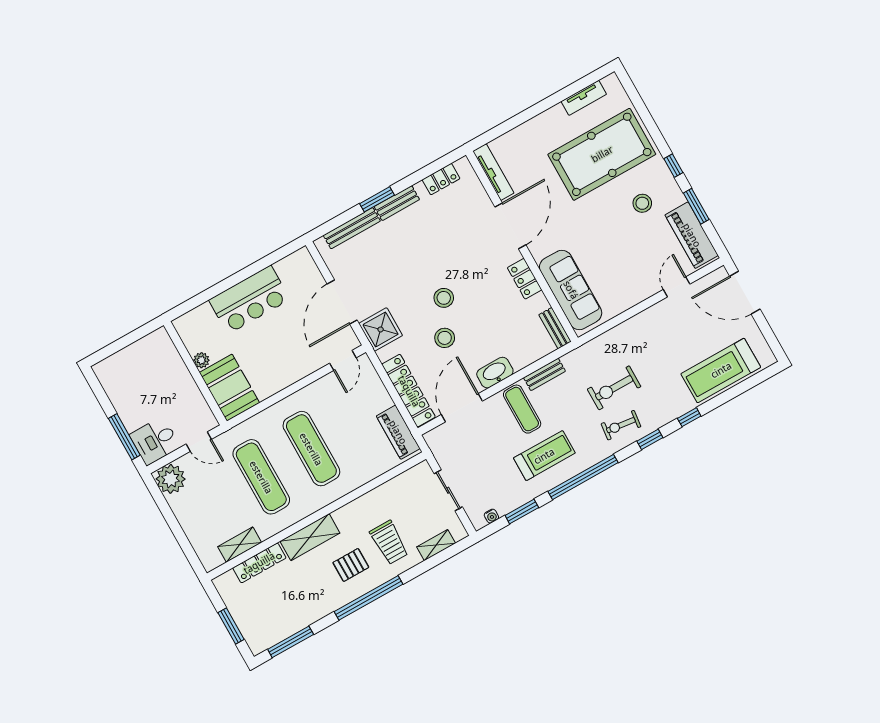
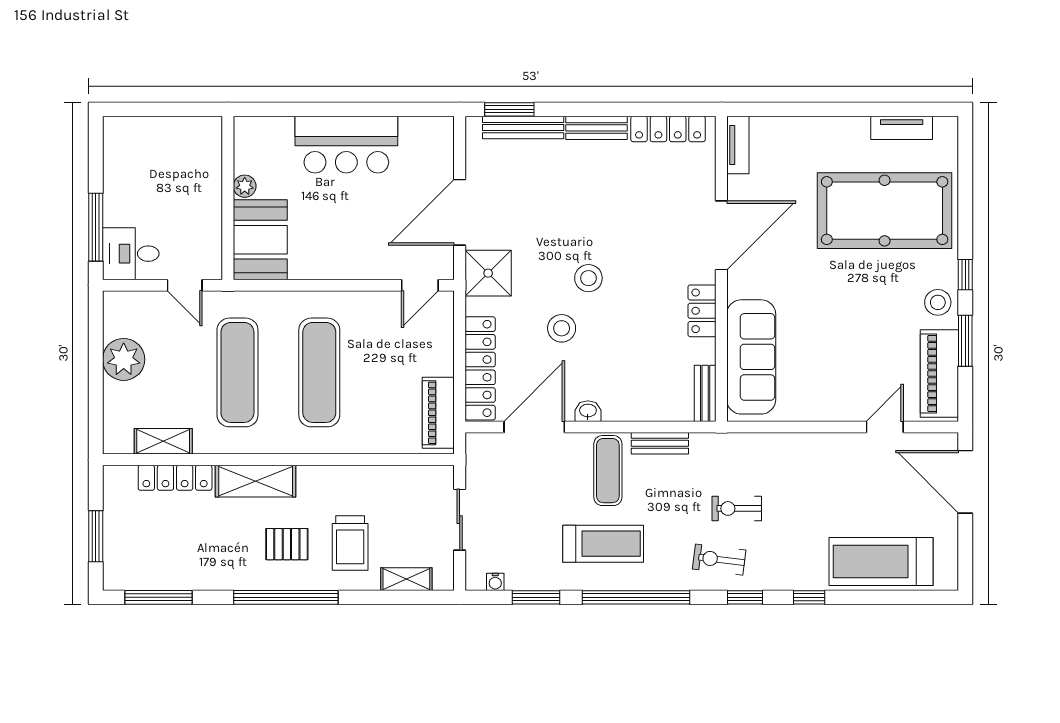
tv unit: (493, 172) -> (738, 145), width x0.71
locker: (441, 179) -> (668, 129), width x1.53
window: (377, 199) -> (509, 109), moved
stool: (642, 203) -> (938, 302), moved
washbasin: (495, 373) -> (588, 411), width x0.52, depth x0.69
exercise bike: (614, 388) -> (737, 508), width x0.73, depth x0.72
plant: (171, 479) -> (124, 359), moved

